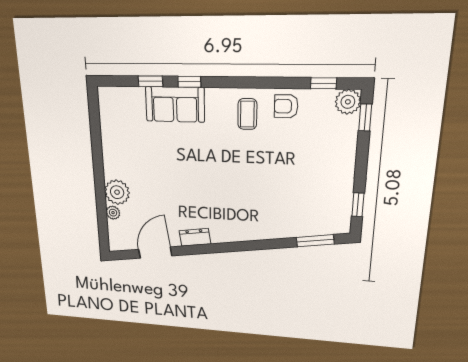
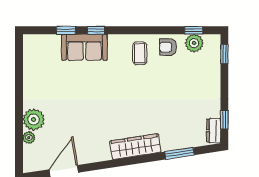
plant: (348, 102) -> (194, 43), moved
wardrobe: (240, 231) -> (135, 147), added
dresser: (195, 237) -> (214, 131), moved, turned -81
window: (315, 241) -> (180, 153), moved

